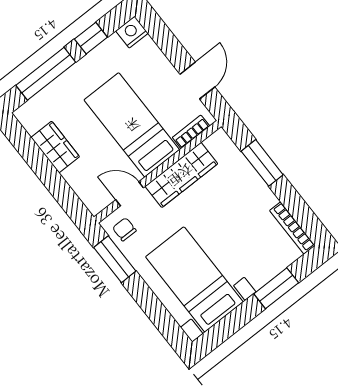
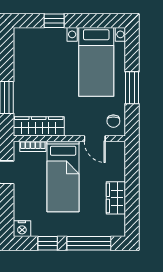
wardrobe: (181, 175) -> (39, 126), moved
bookcase: (292, 228) -> (18, 48), removed
window: (115, 259) -> (132, 88), moved
window: (276, 288) -> (54, 21), width x0.67

